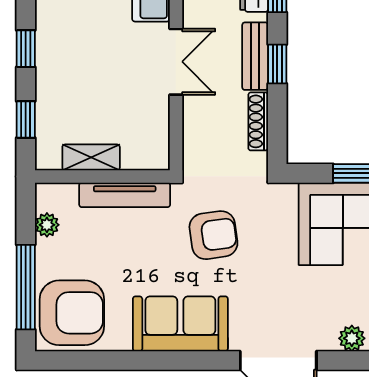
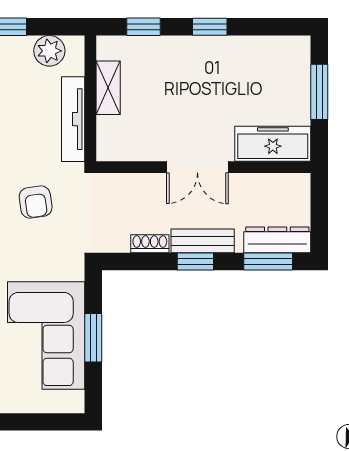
shoe rack: (258, 121) -> (150, 244), width x0.70
plant: (47, 225) -> (49, 51), width x1.38, depth x1.38
armchair: (213, 235) -> (36, 202), width x0.72, depth x0.72

